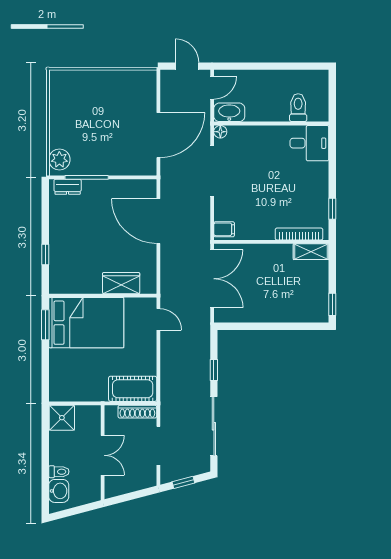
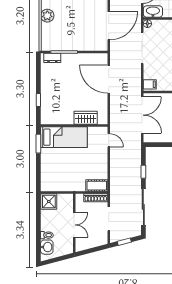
plant: (59, 159) -> (47, 16), moved
bed: (86, 323) -> (64, 137), width x0.67
cot: (133, 389) -> (97, 186), width x0.73, depth x0.75

